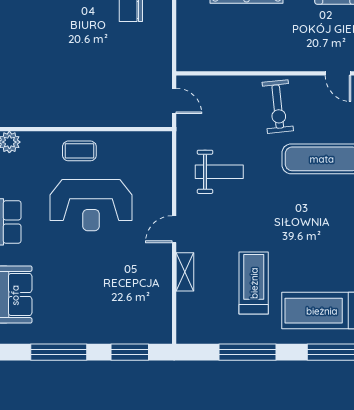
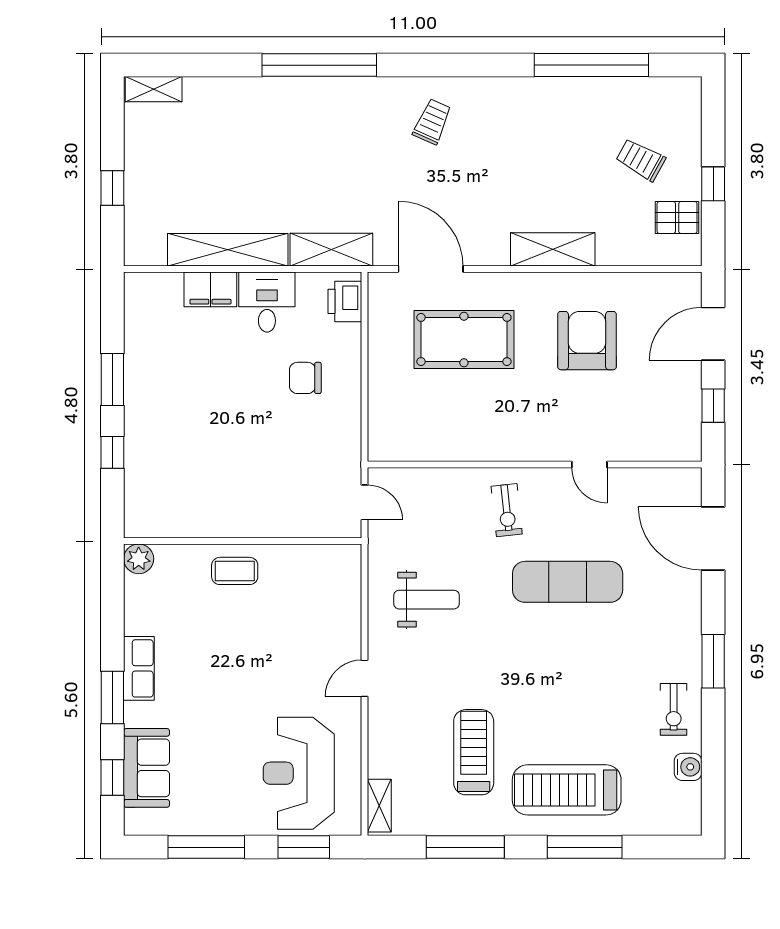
exercise bike: (278, 107) -> (507, 510), width x0.73, depth x0.72
reception desk: (91, 205) -> (299, 773), moved, turned 90
shelving: (185, 272) -> (379, 806), moved

